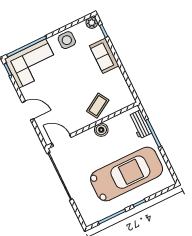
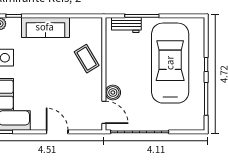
sofa: (104, 56) -> (45, 27), width x1.36
door: (28, 111) -> (57, 132), hinge flipped
boiler: (101, 130) -> (113, 93), moved
door: (62, 140) -> (104, 112), swing flipped

